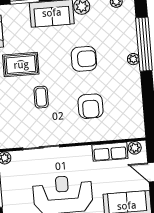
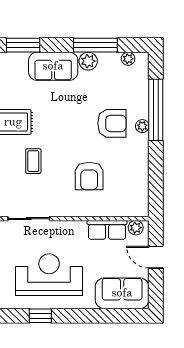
armchair: (84, 59) -> (112, 123), moved

